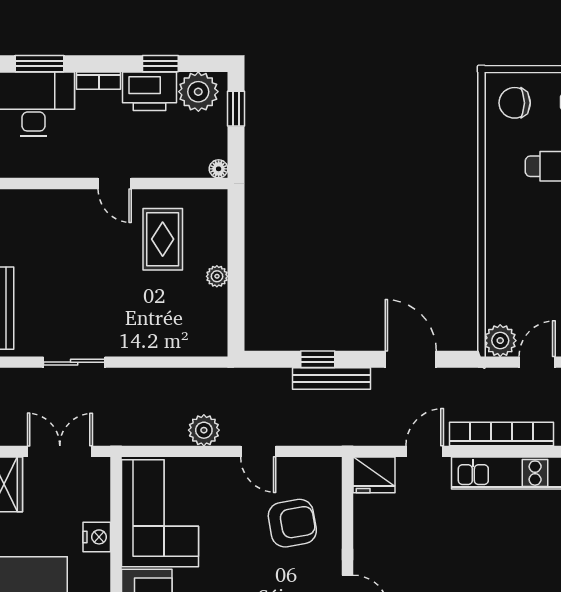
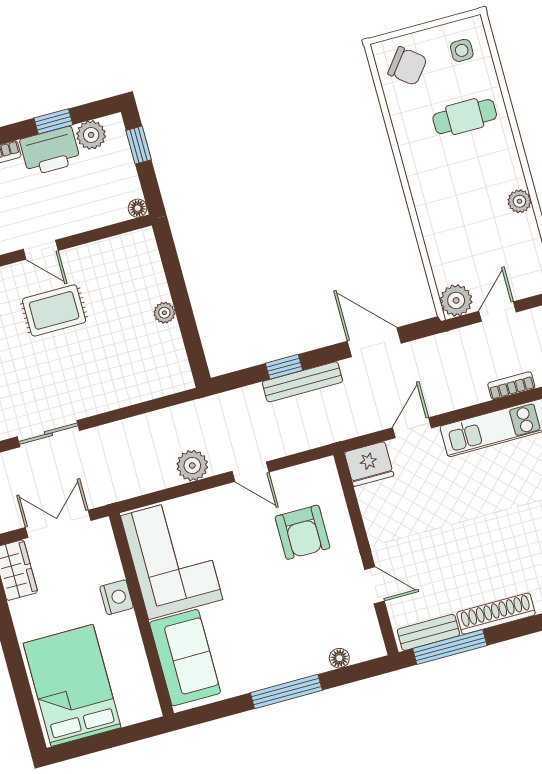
plant: (198, 92) -> (91, 135), width x0.73, depth x0.73
chair: (515, 103) -> (407, 66), turned -142
rug: (163, 239) -> (54, 310), moved, turned 90
bookcase: (502, 434) -> (511, 386), width x0.43, depth x0.76
armchair: (292, 523) -> (303, 532), turned 100

